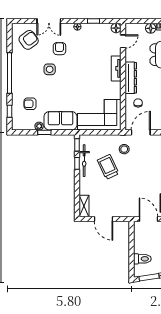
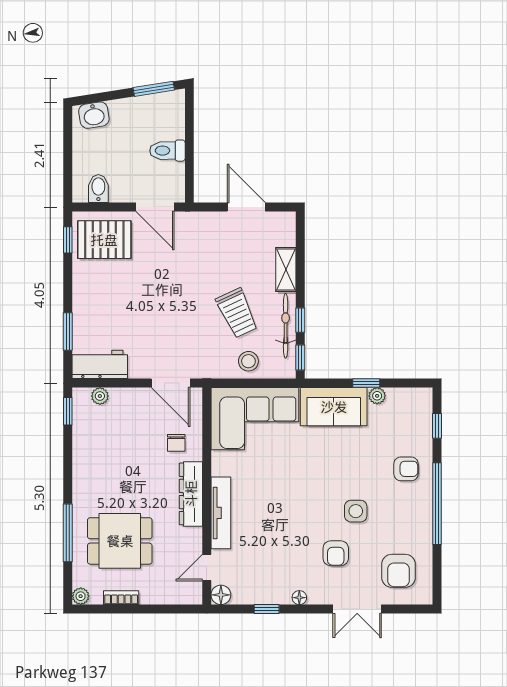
double door: (49, 21) -> (357, 609), swing flipped
floor lamp: (151, 28) -> (151, 594), removed
armchair: (29, 40) -> (399, 571), turned -53
tv unit: (116, 68) -> (221, 513), width x1.41
armchair: (30, 104) -> (406, 469), moved
door: (141, 132) -> (171, 383), hinge flipped
stool: (124, 149) -> (248, 361), moved
shelving: (84, 206) -> (286, 269), moved
toilet: (142, 259) -> (167, 151), moved

